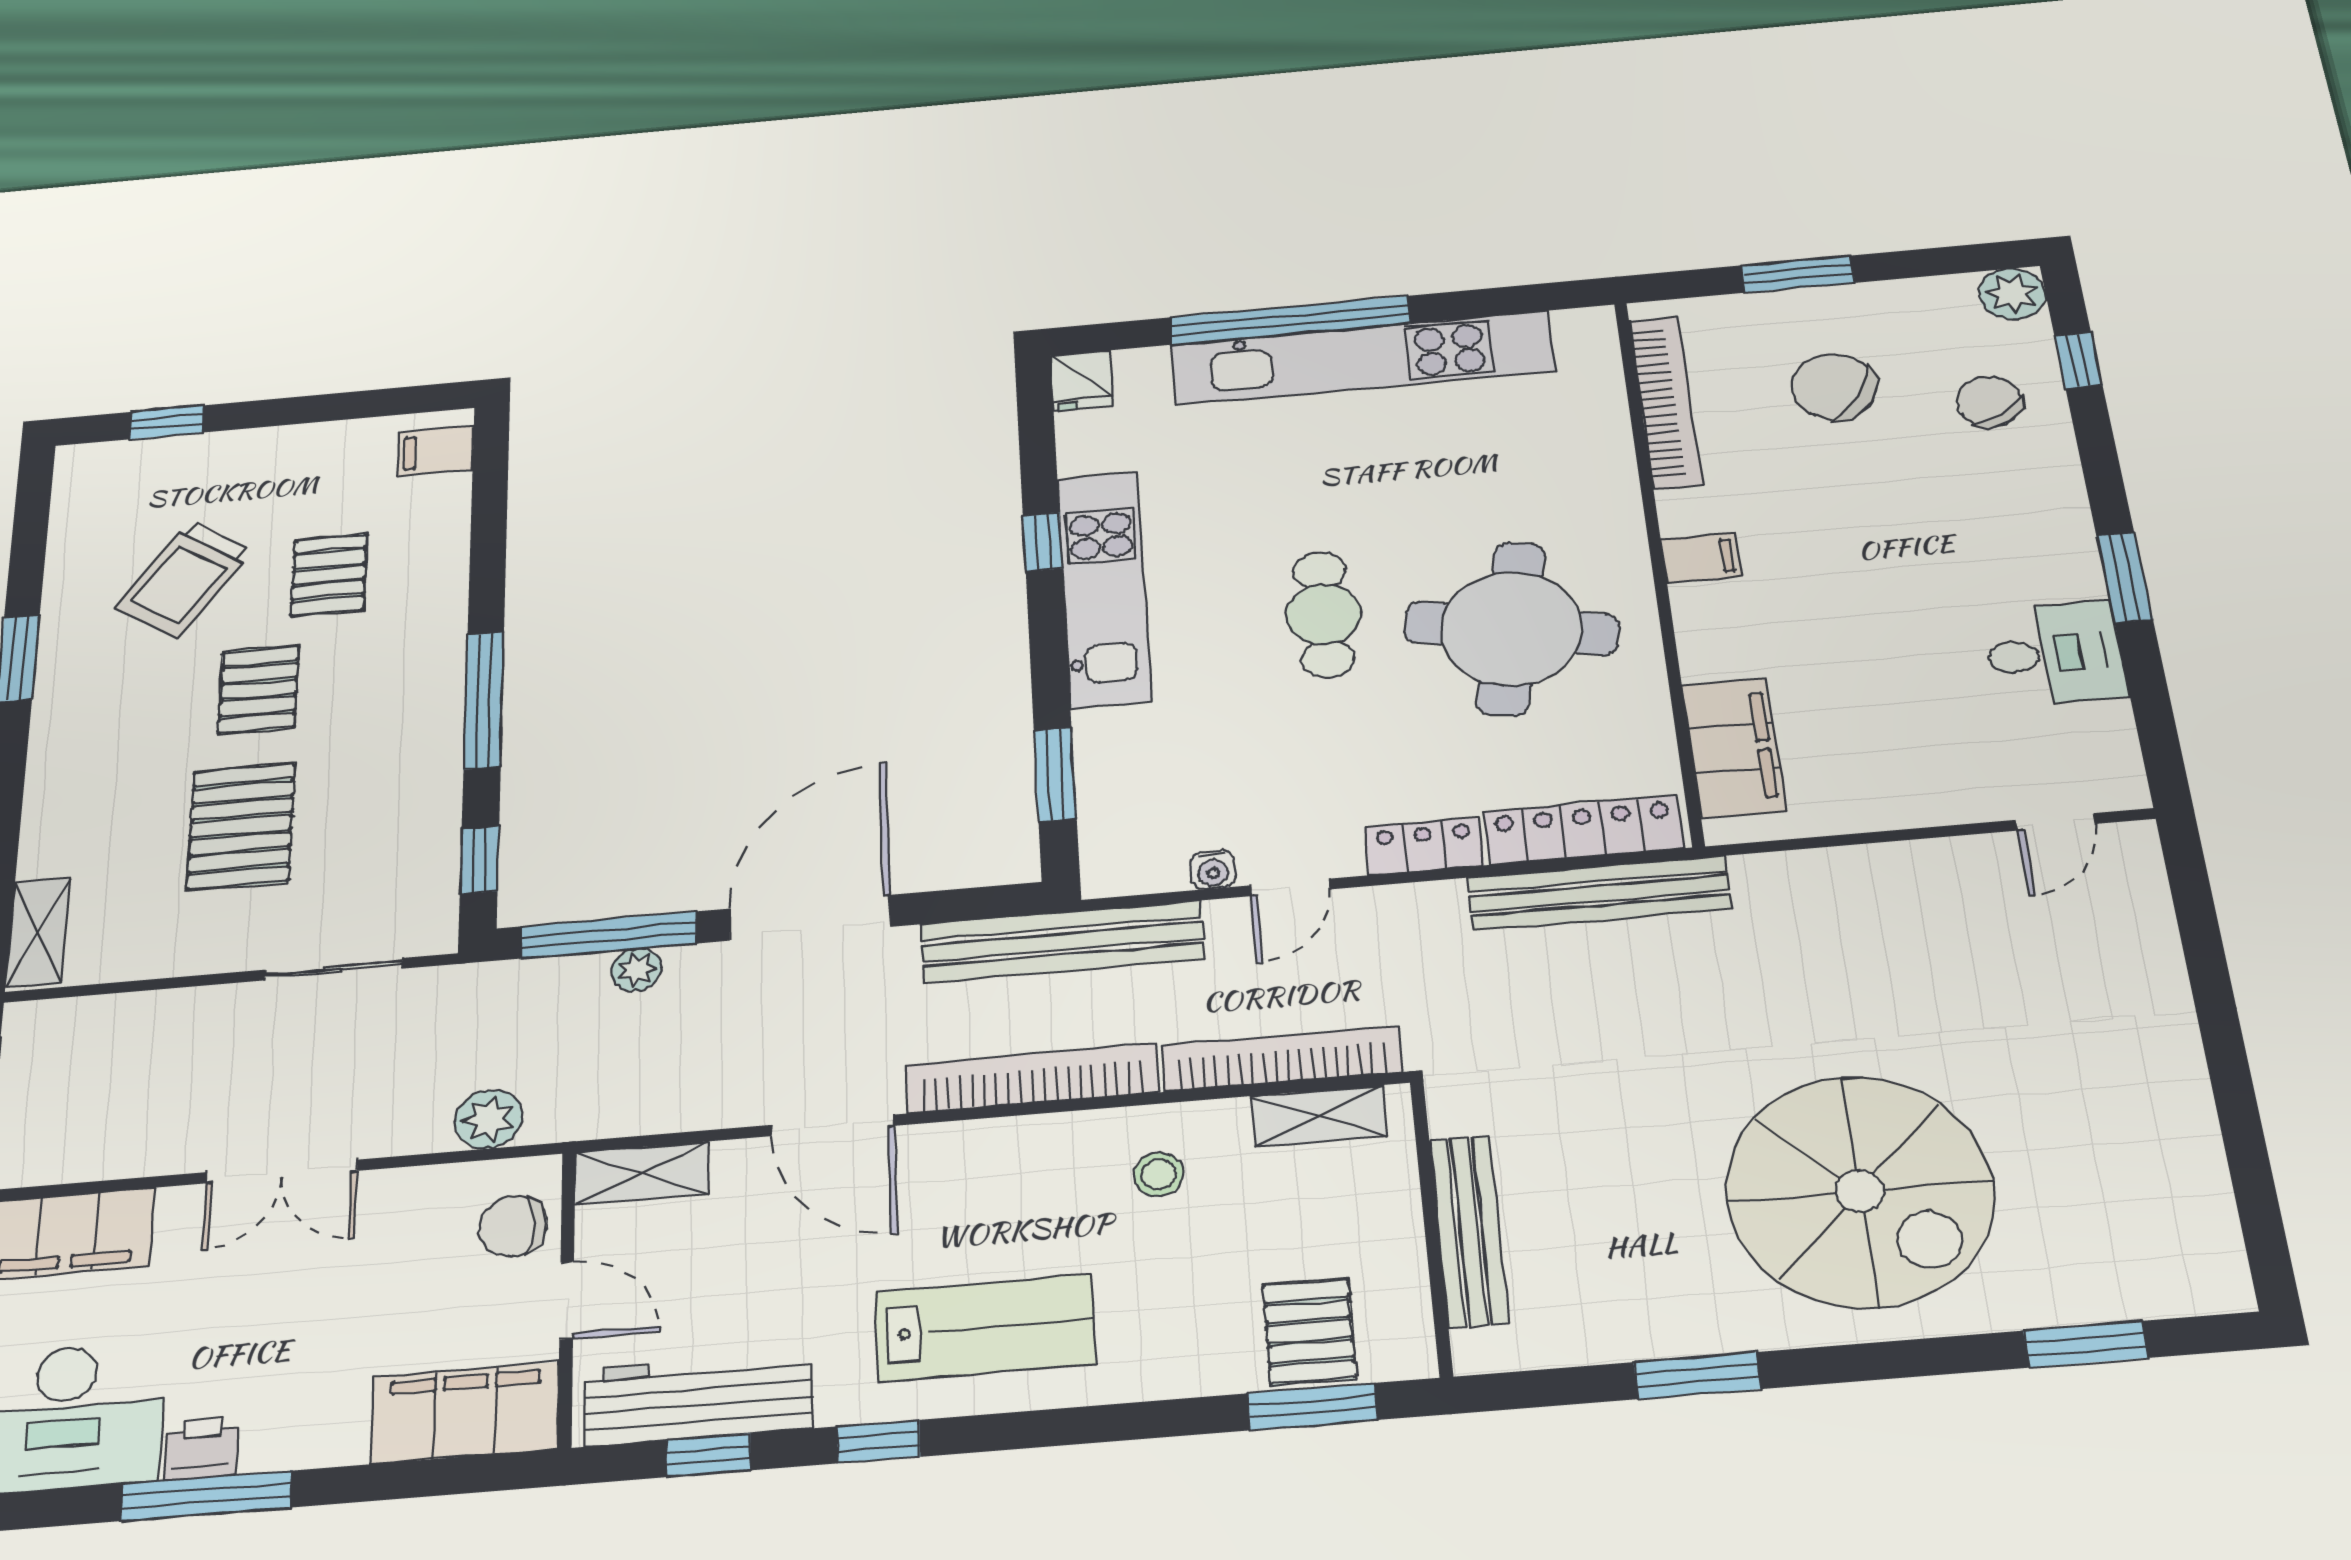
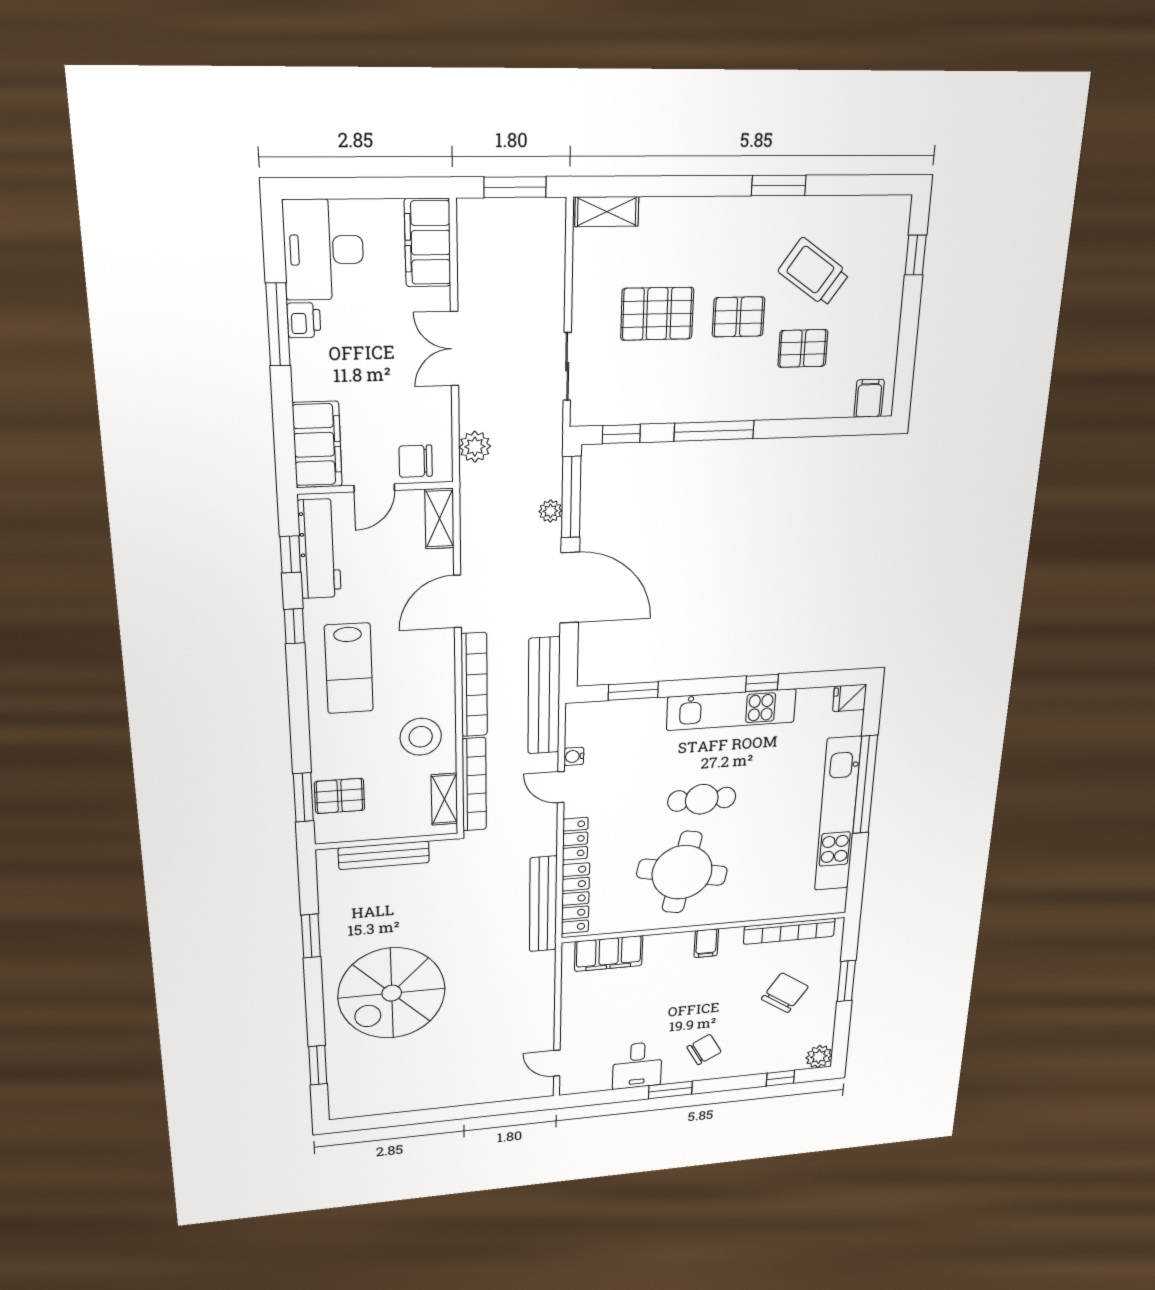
chair: (1989, 401) -> (704, 1049), moved
stool: (1159, 1174) -> (421, 737), width x1.89, depth x1.89
chair: (513, 1226) -> (416, 461), turned -90

